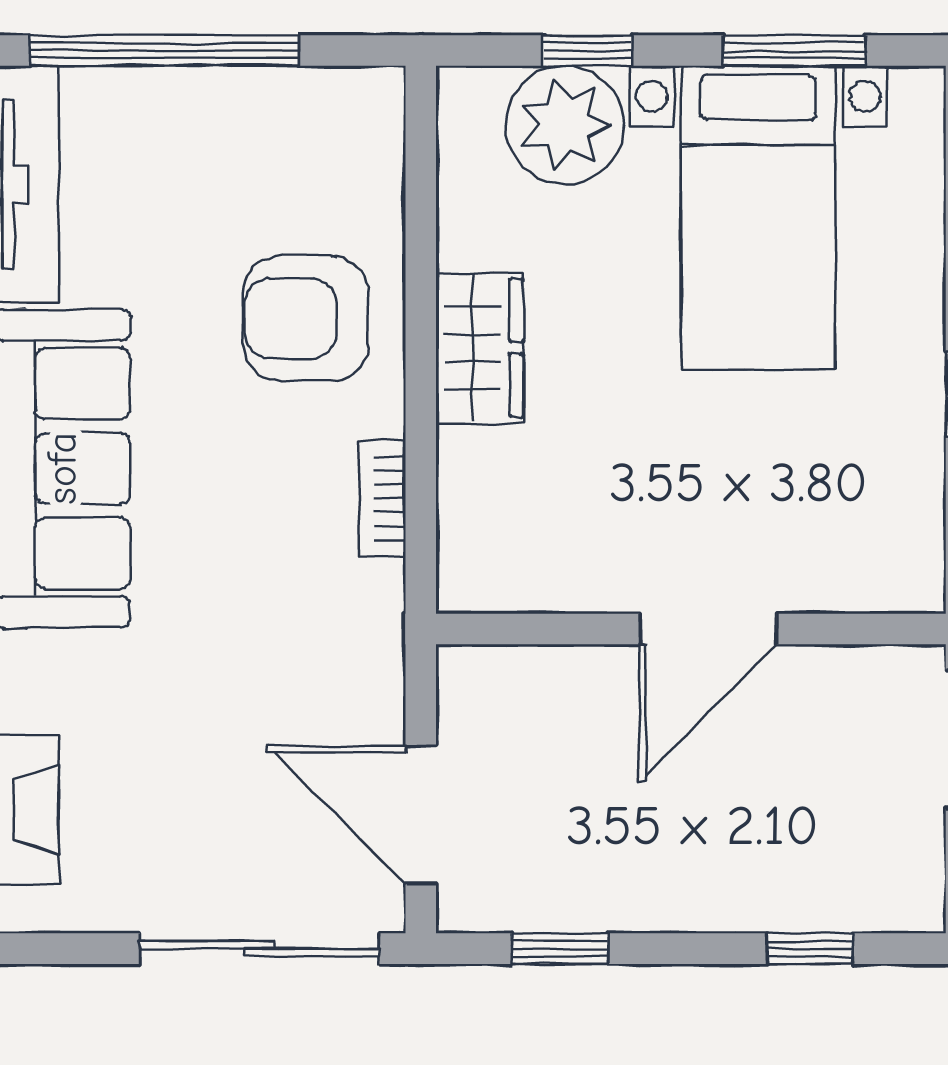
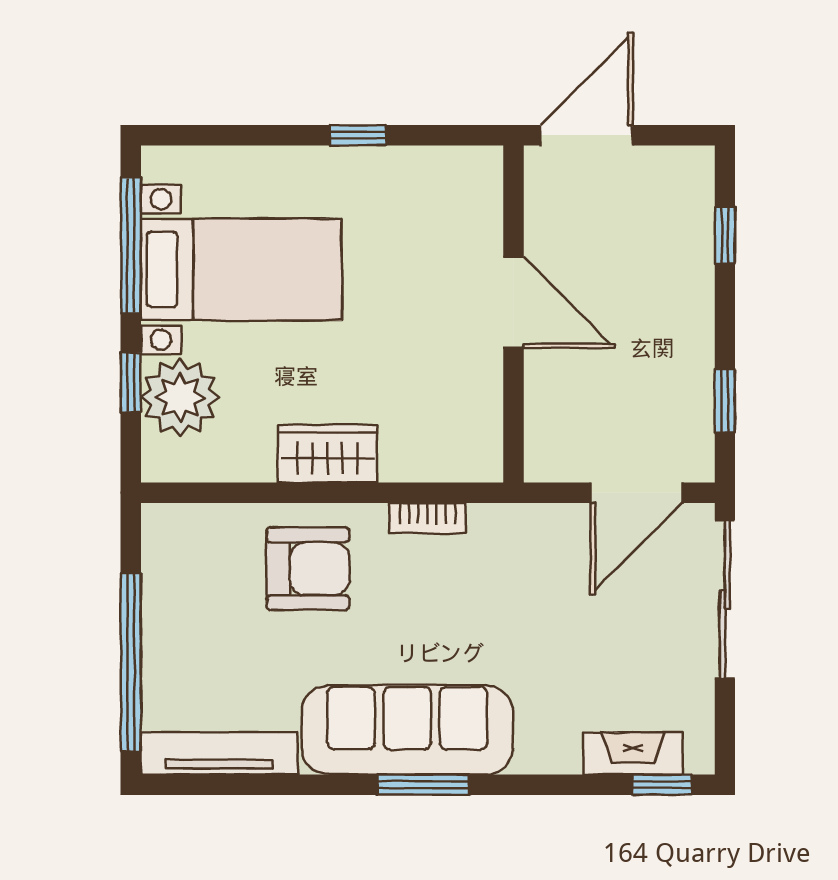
window: (794, 51) -> (131, 246), width x1.44
armchair: (306, 318) -> (308, 569), turned -90

